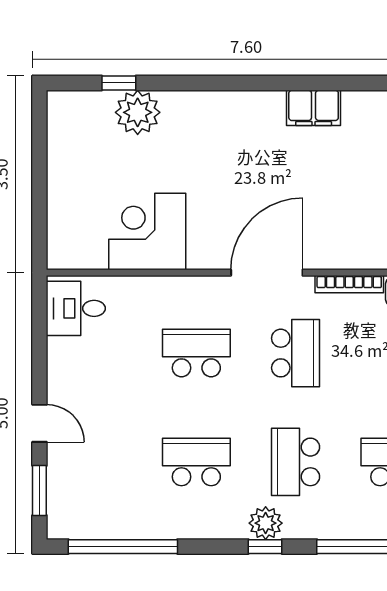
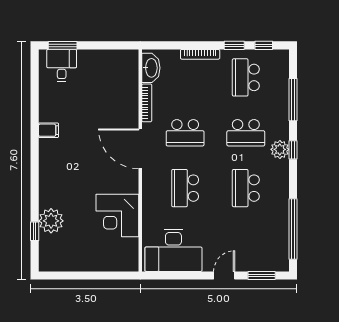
filing cabinet: (314, 108) -> (49, 130), width x0.50
desk: (76, 308) -> (173, 250), width x1.87, depth x1.30
school desk: (296, 353) -> (185, 133), turned 180

